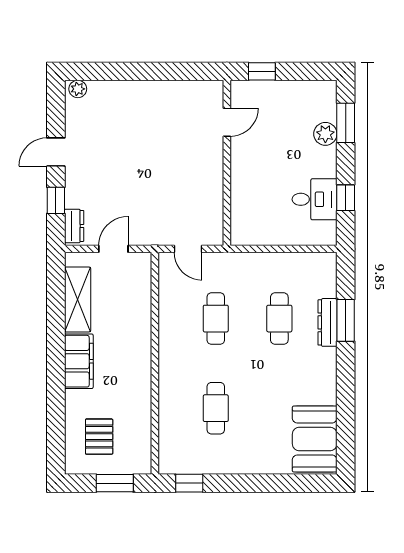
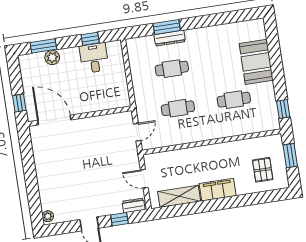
door: (227, 122) -> (54, 120), width x1.87
pallet: (99, 437) -> (263, 170), turned 90
booth: (315, 439) -> (256, 62), moved, turned 90

